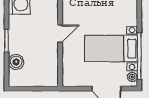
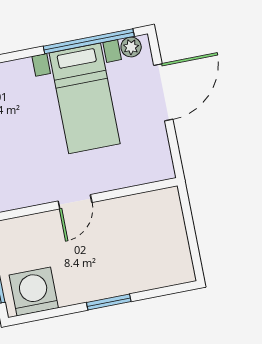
door: (60, 34) -> (75, 202), swing flipped
boiler: (16, 62) -> (146, 276), removed

